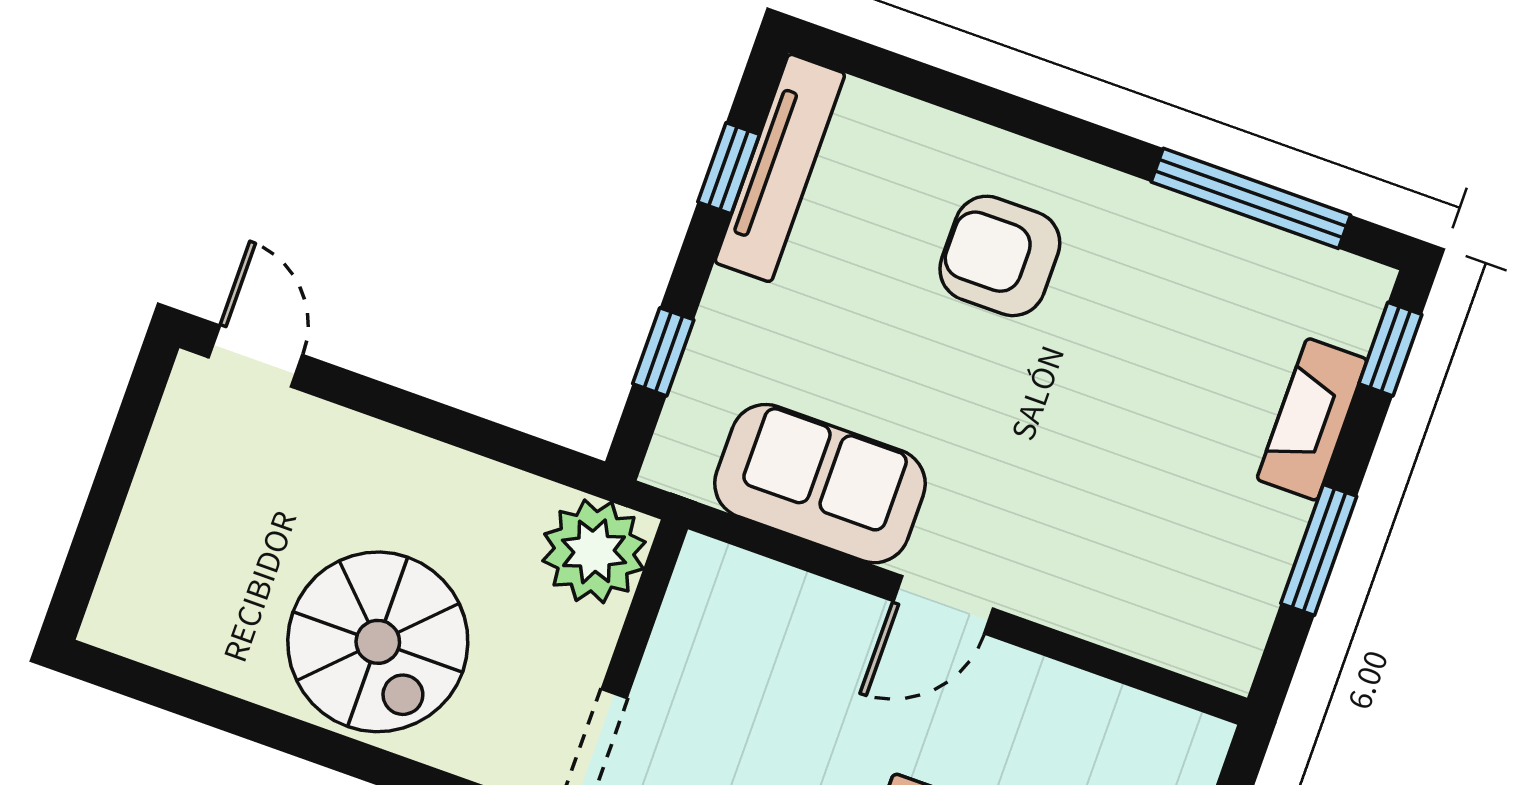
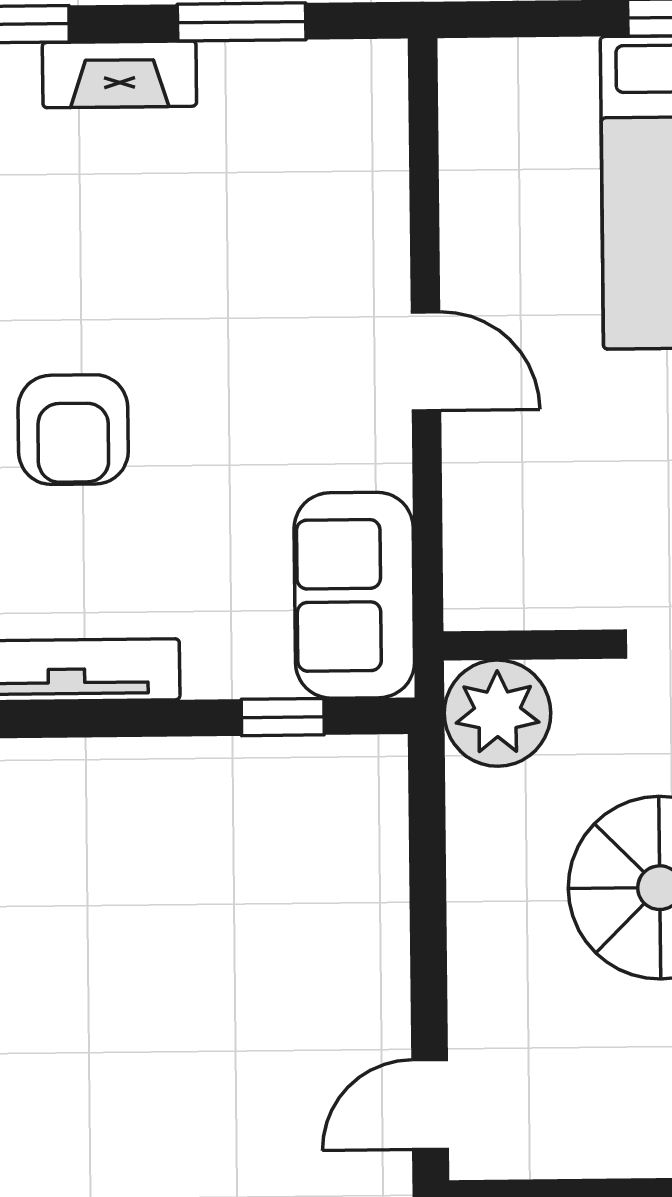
window: (729, 168) -> (85, 719), removed
sofa: (820, 484) -> (354, 595), moved

